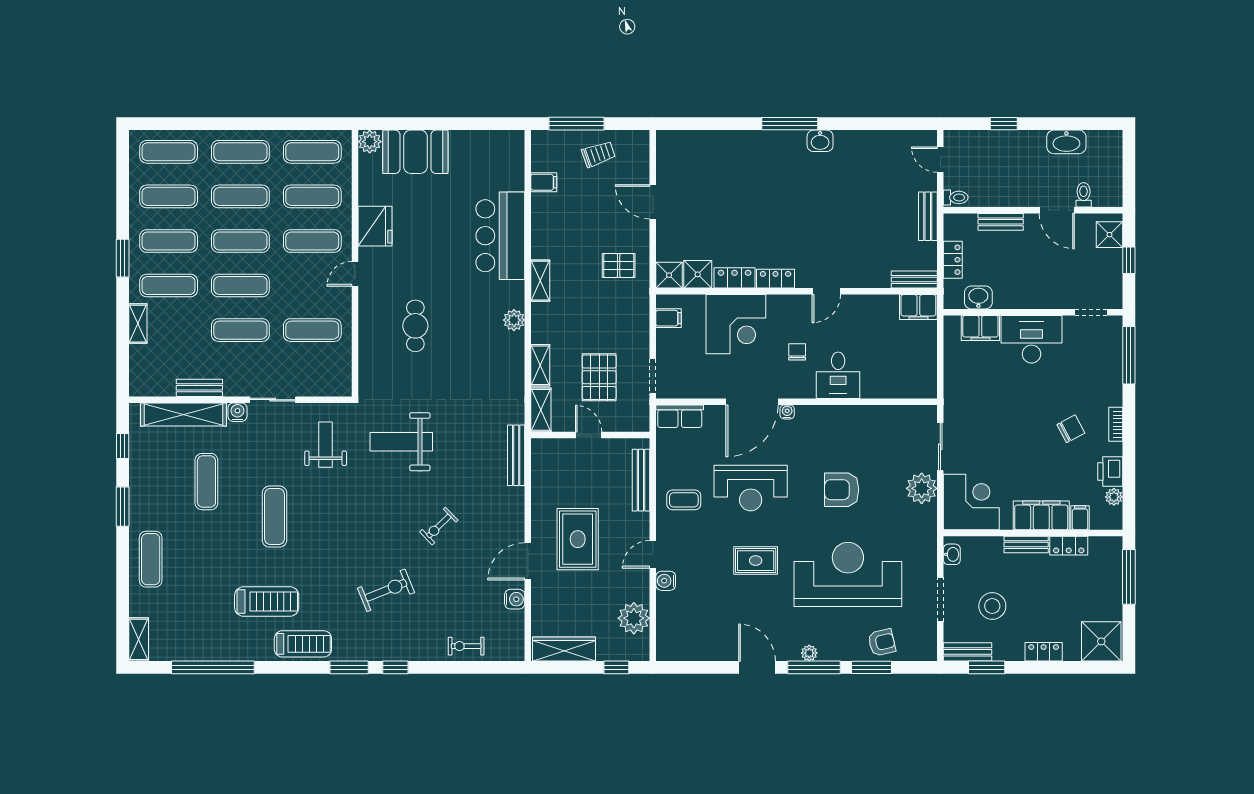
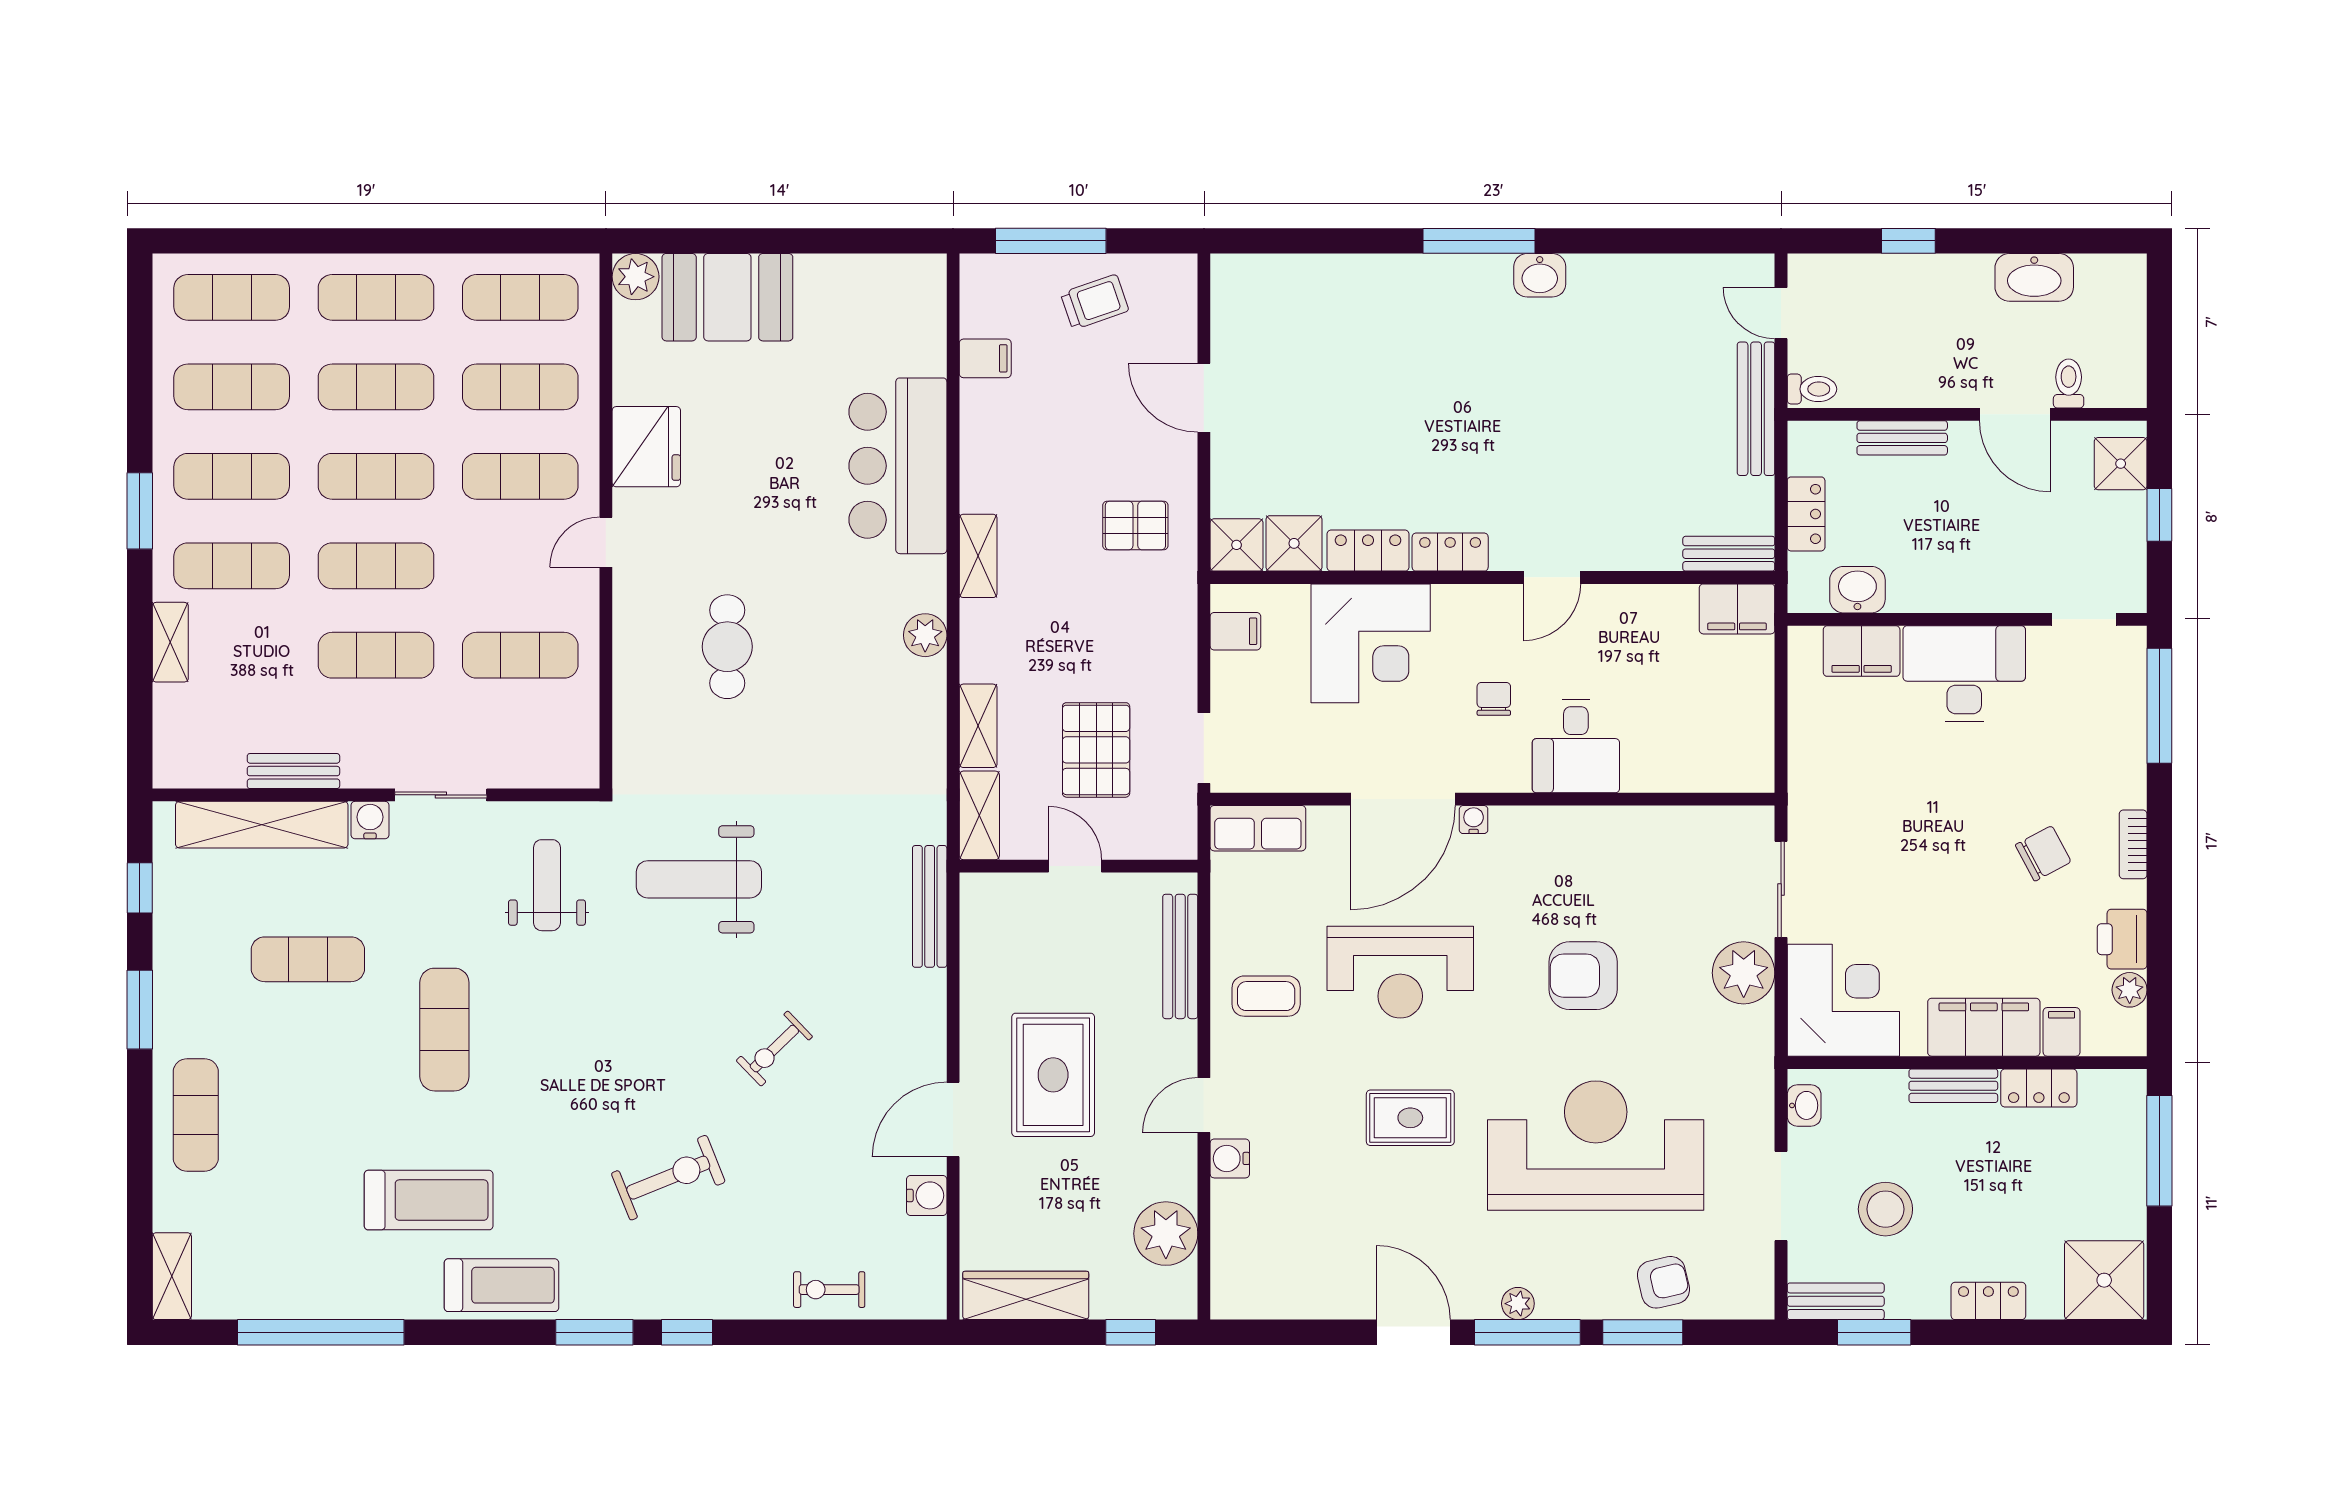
bench: (928, 216) -> (1756, 409), width x1.36
exercise mat: (206, 482) -> (308, 959), turned 90

